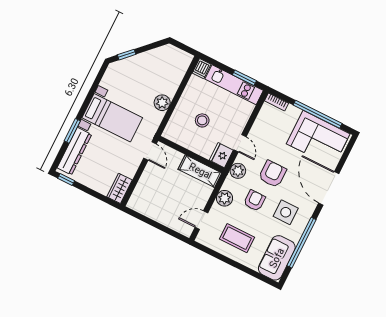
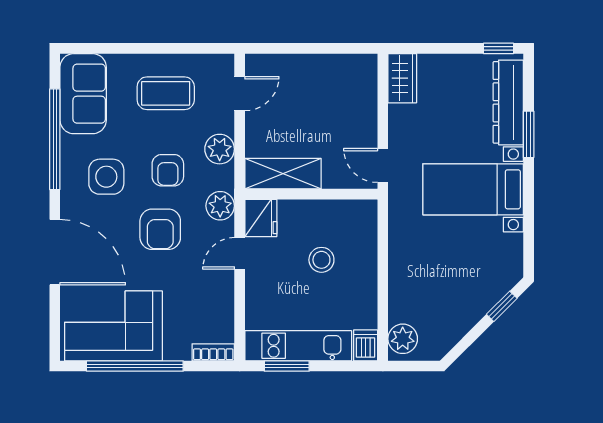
plant: (162, 103) -> (403, 339), moved
door: (240, 143) -> (240, 253), hinge flipped

